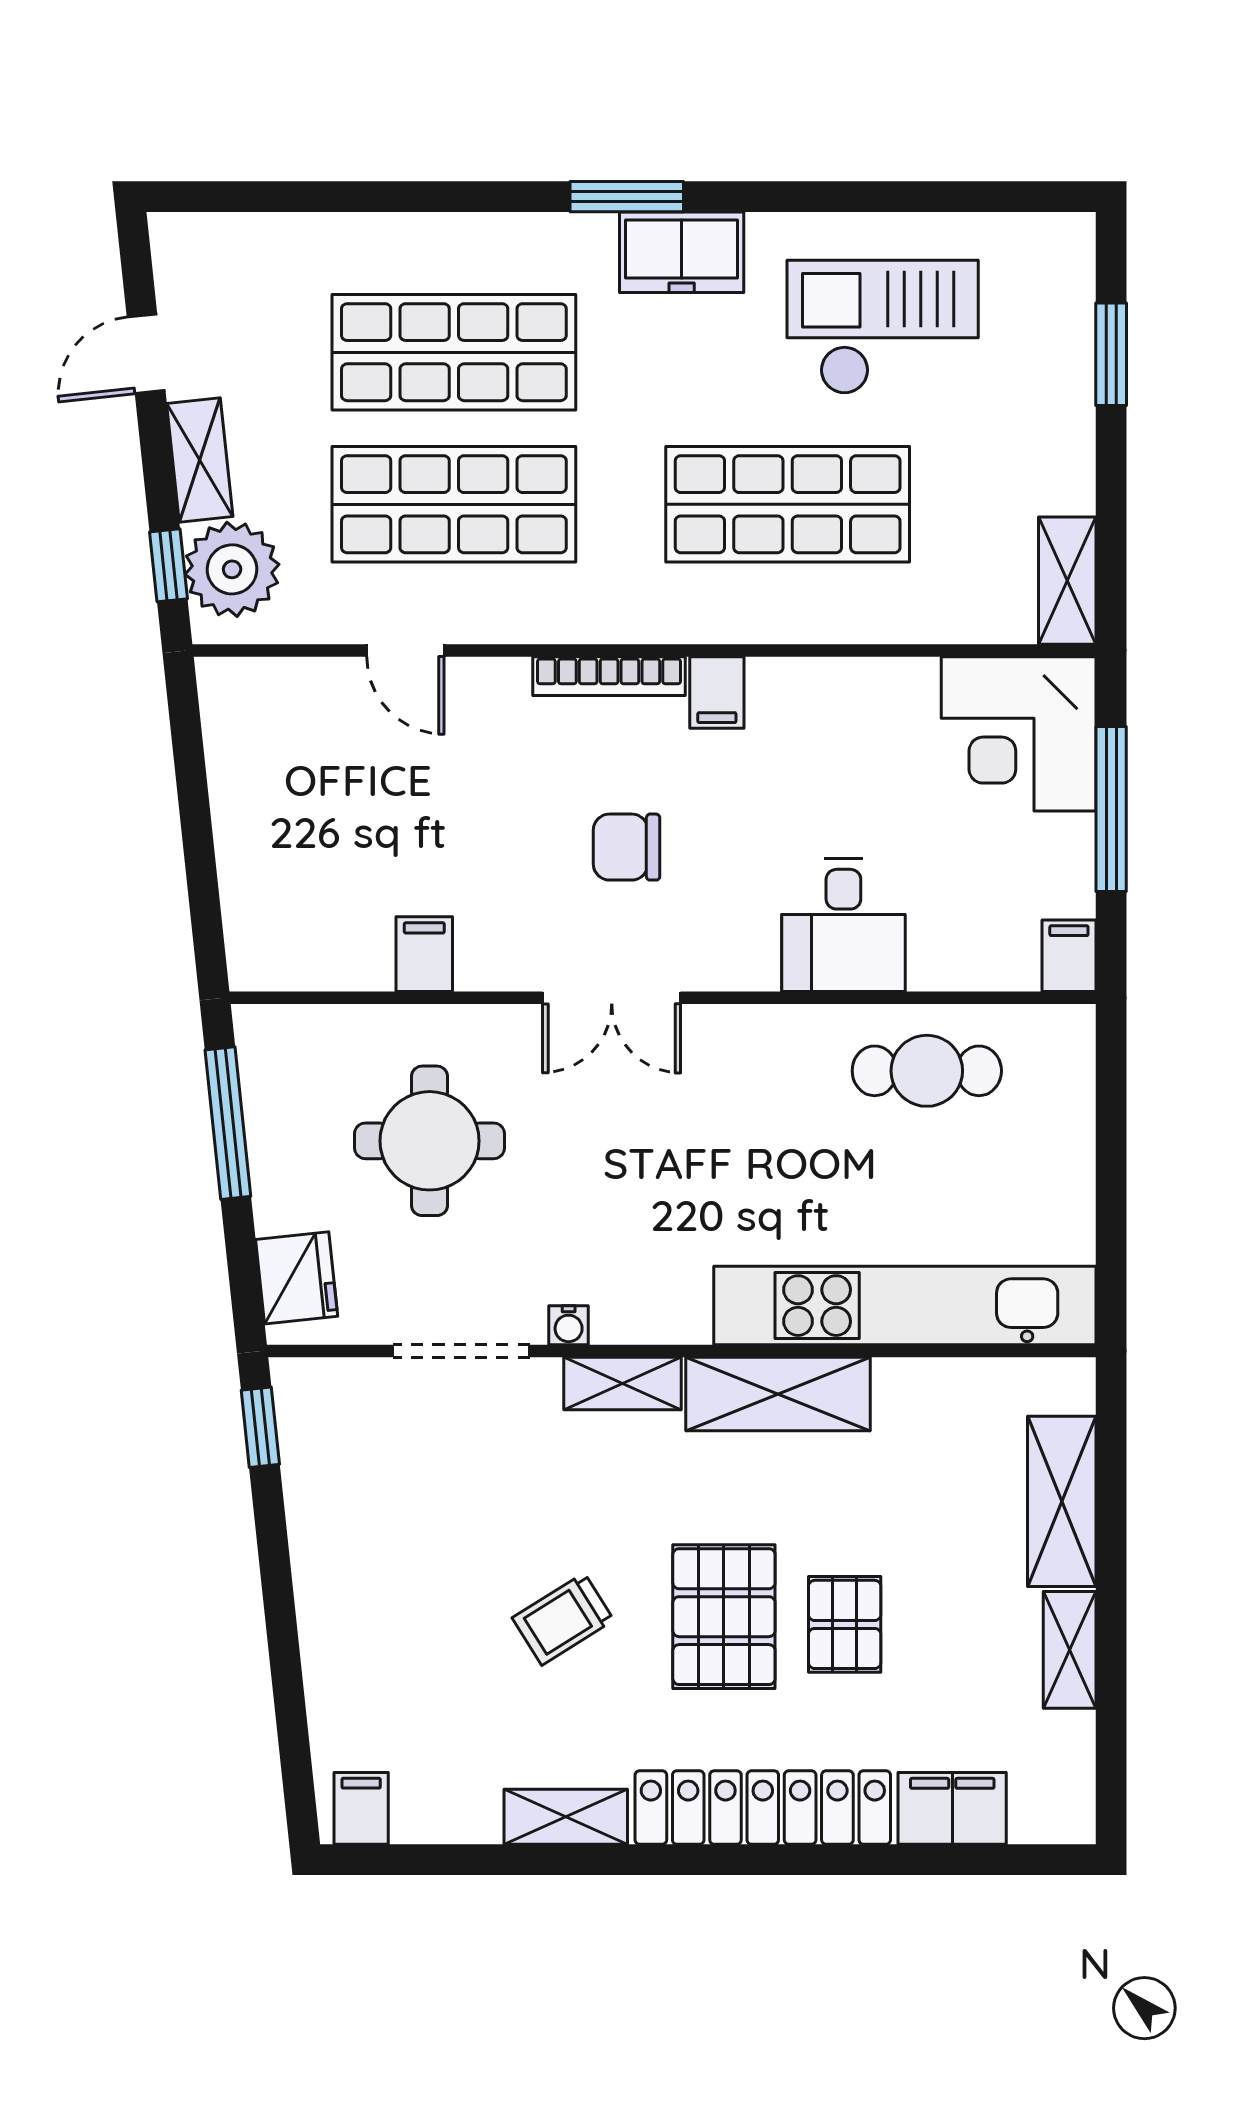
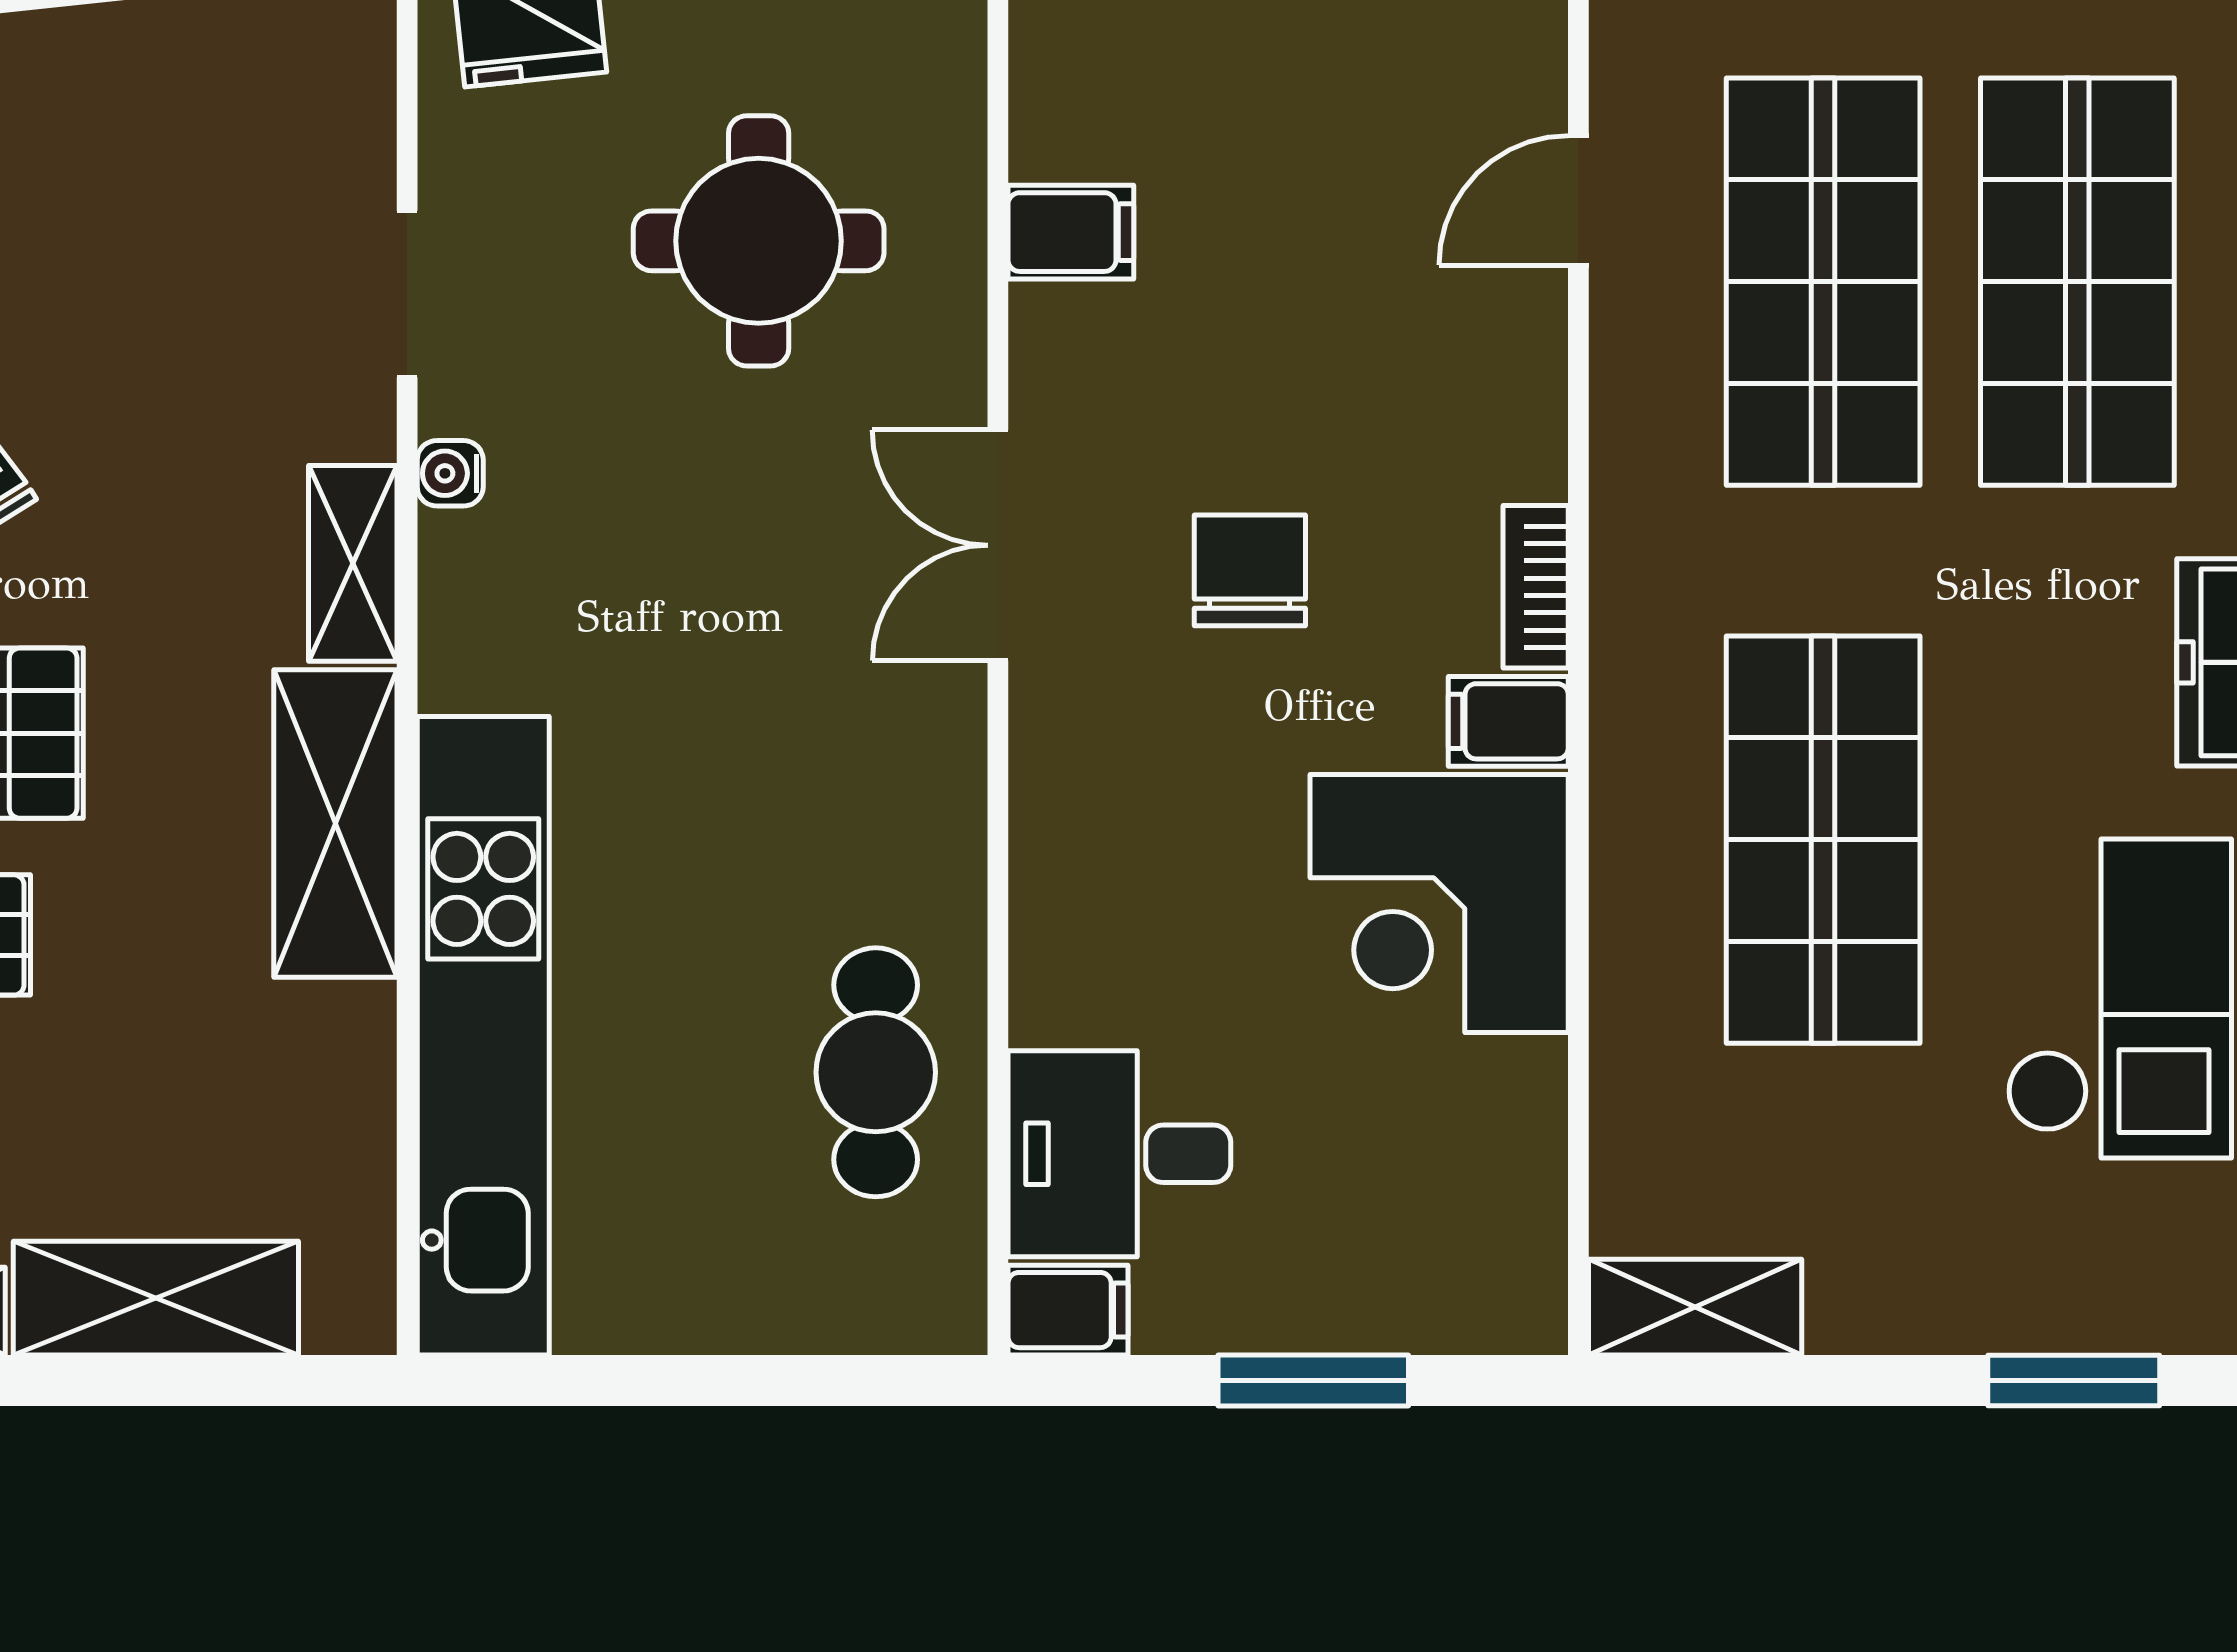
bookcase: (609, 676) -> (1536, 587), width x0.64
corner desk: (1019, 734) -> (1439, 904), moved, turned -90
window: (1111, 809) -> (1313, 1380), width x0.69
desk: (843, 925) -> (1119, 1154), moved
doorway: (461, 1351) -> (407, 294), width x0.73

